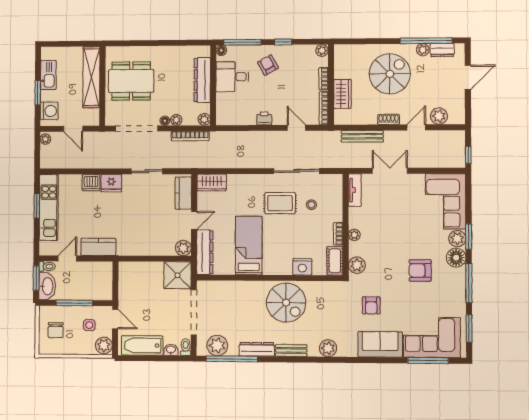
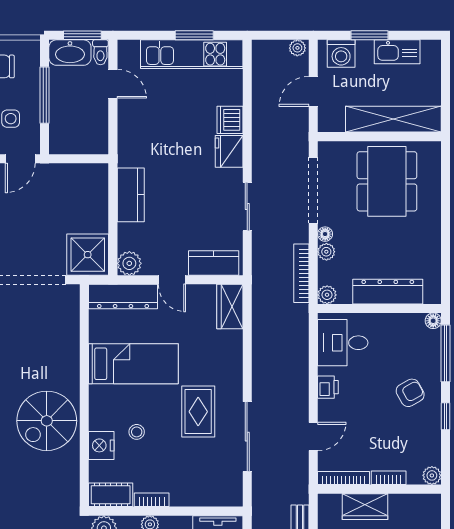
desk: (232, 77) -> (343, 343), moved, turned -90
stool: (311, 205) -> (137, 432), moved
kitchen counter: (98, 247) -> (131, 195), moved

